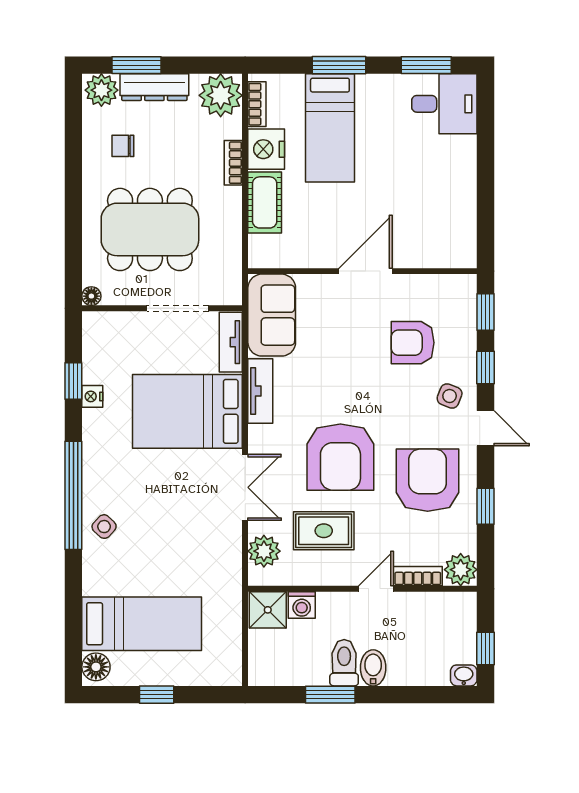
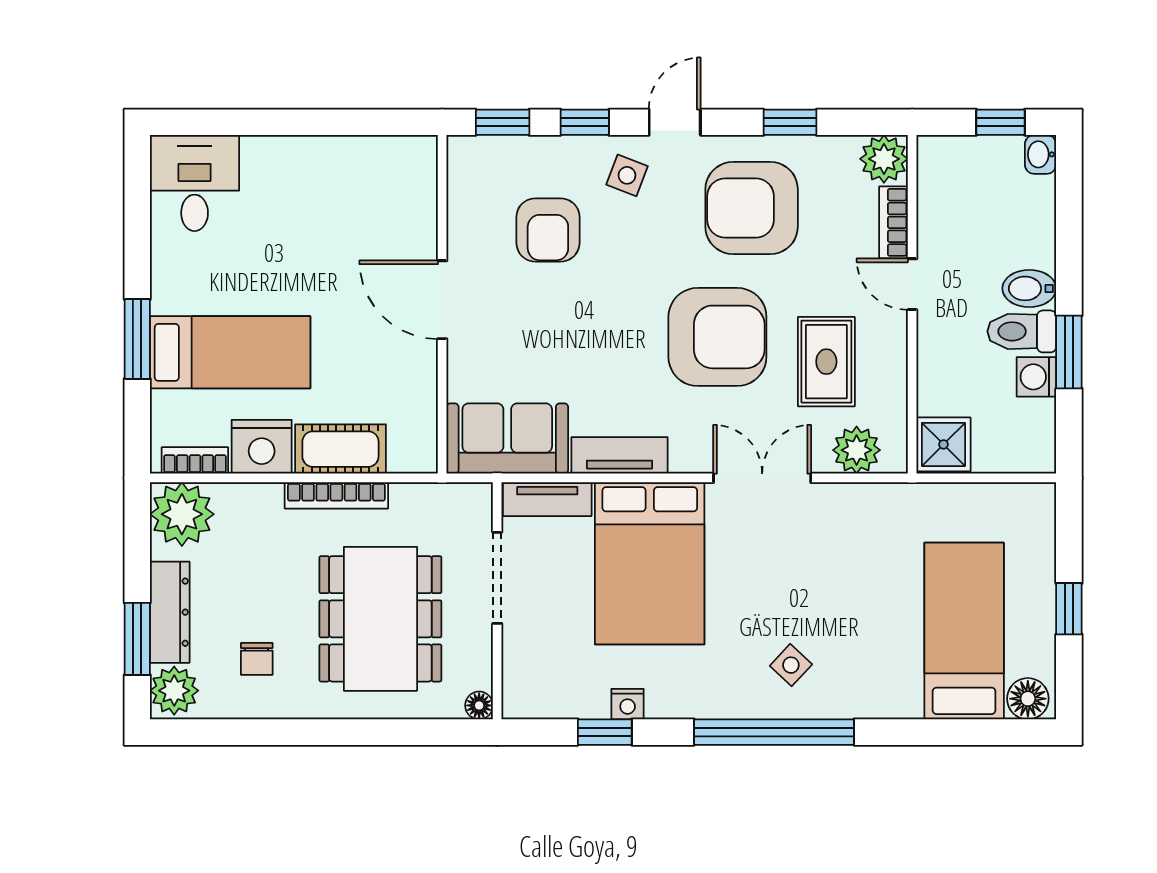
window: (426, 65) -> (137, 210), removed
bookcase: (233, 163) -> (336, 495), moved, width x1.56
side table: (104, 527) -> (791, 665), moved
washing machine: (302, 605) -> (1036, 377), moved, turned 180

